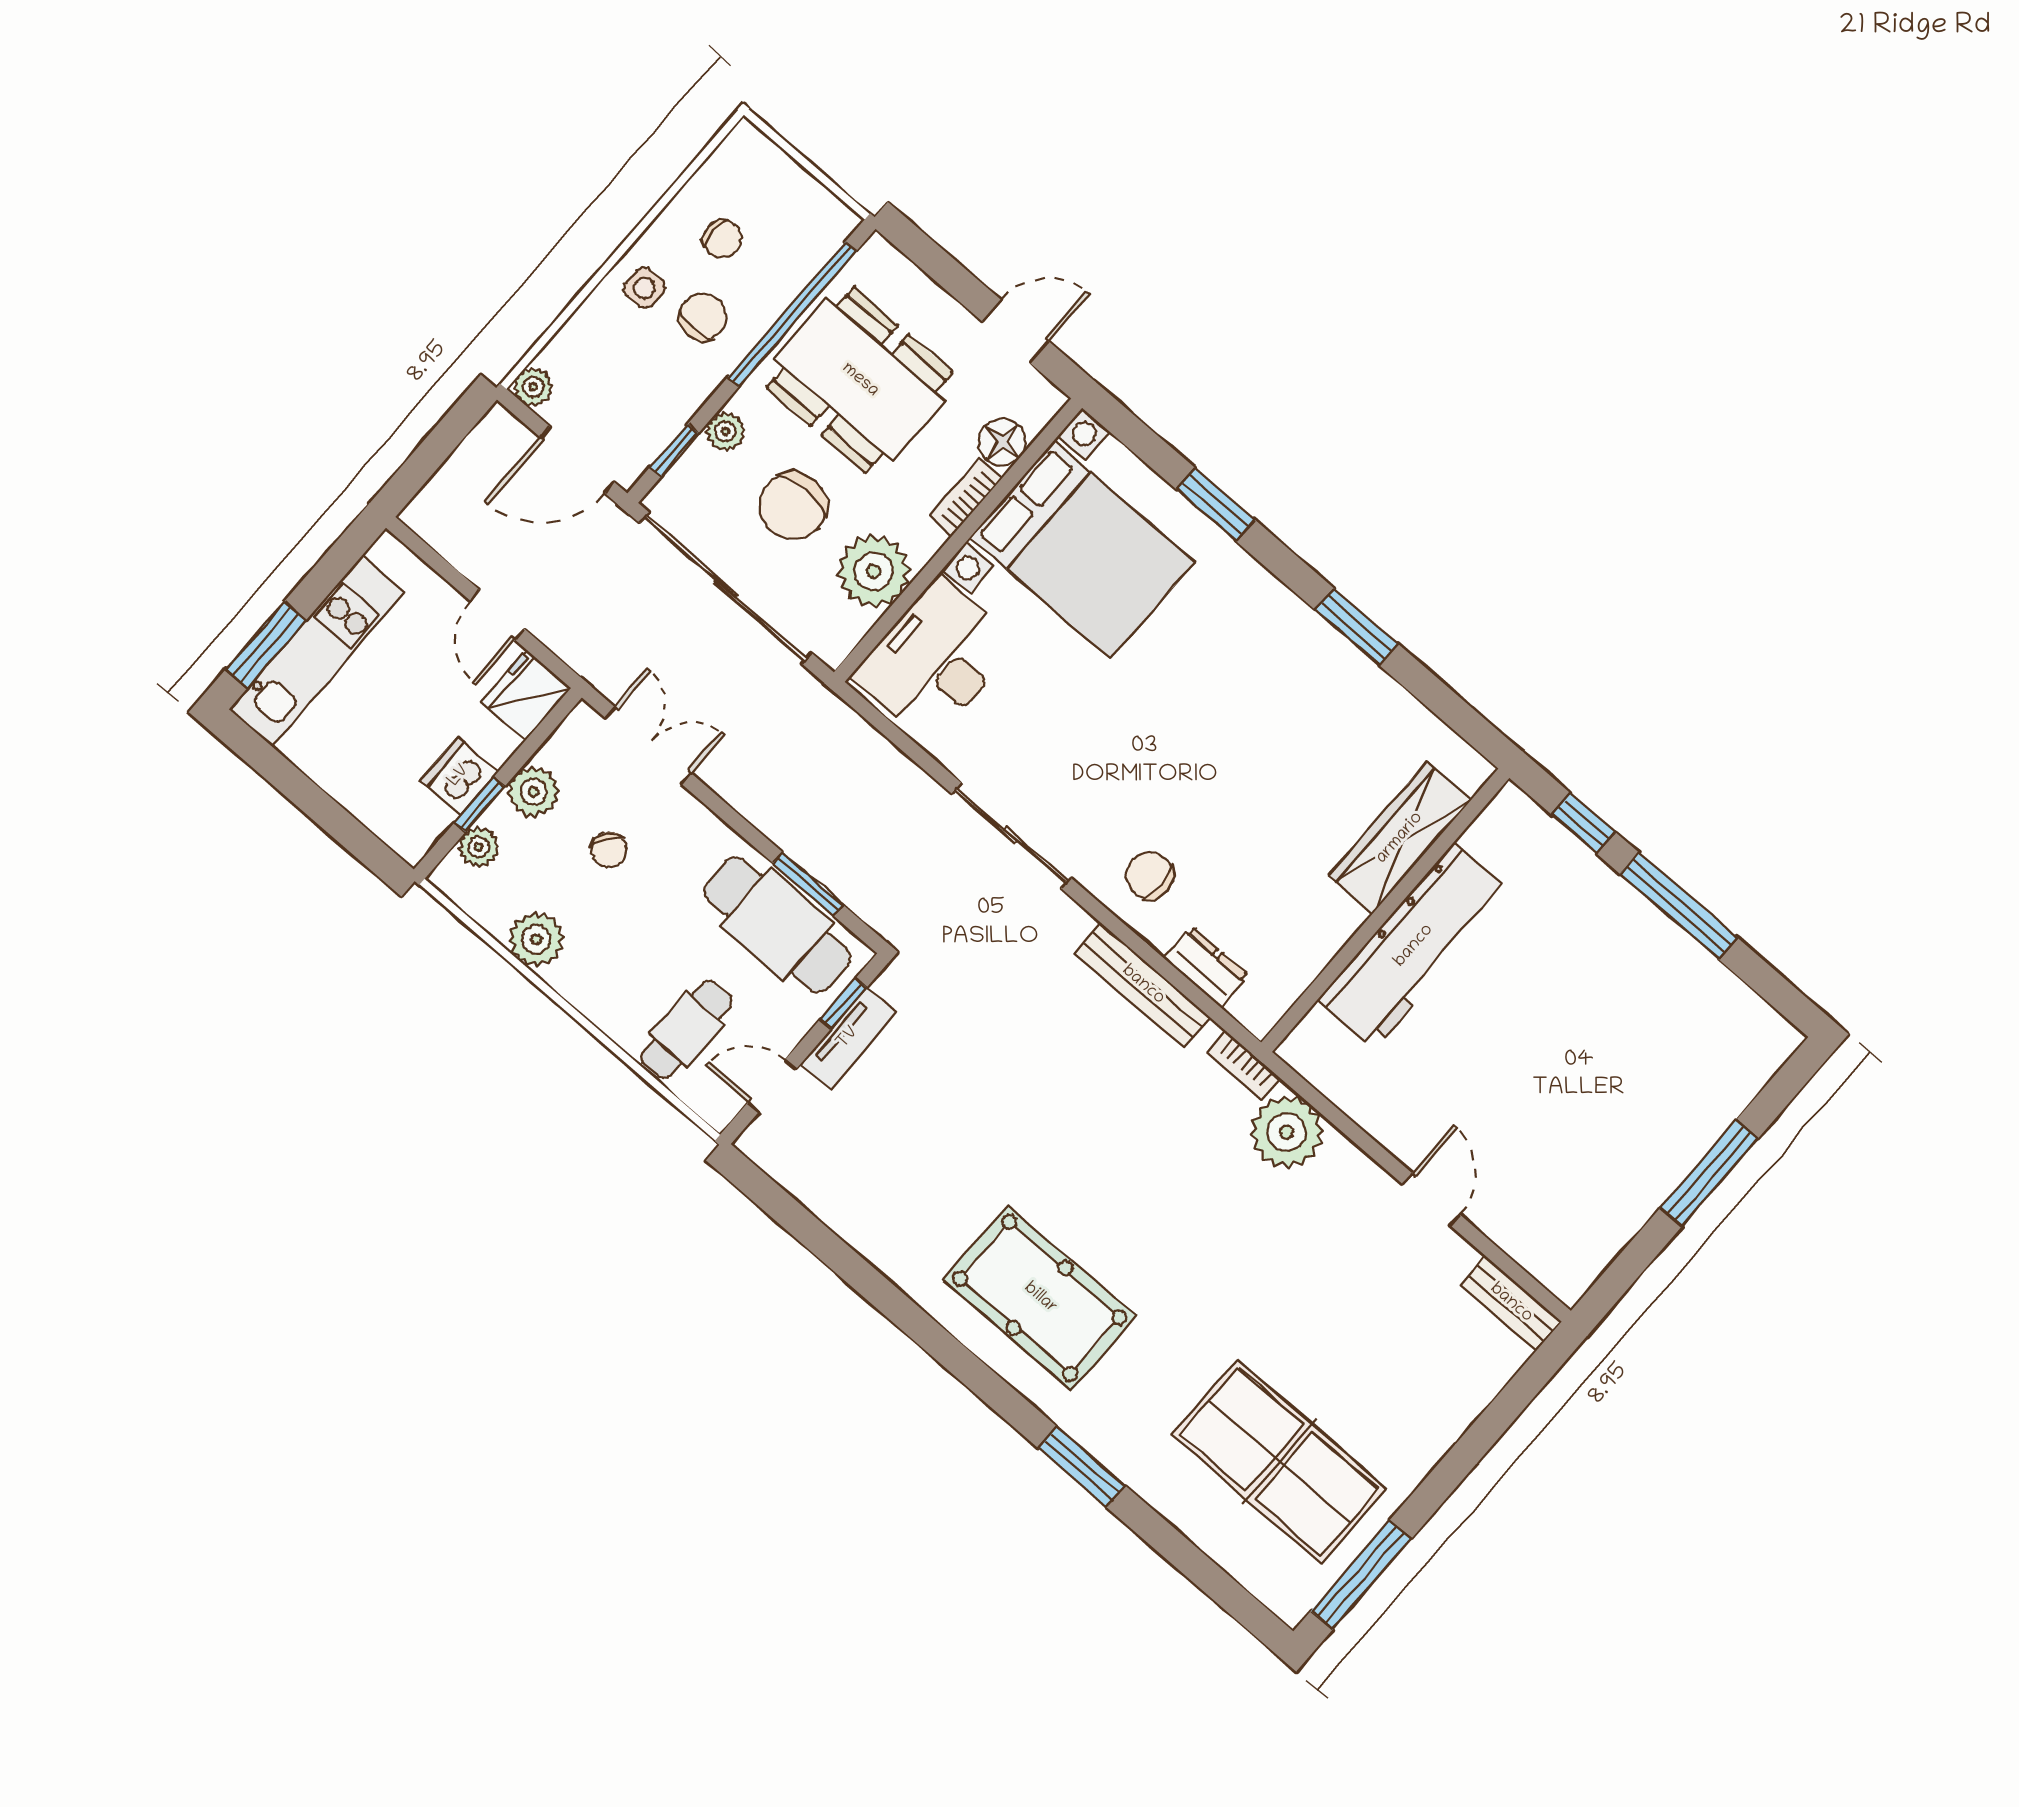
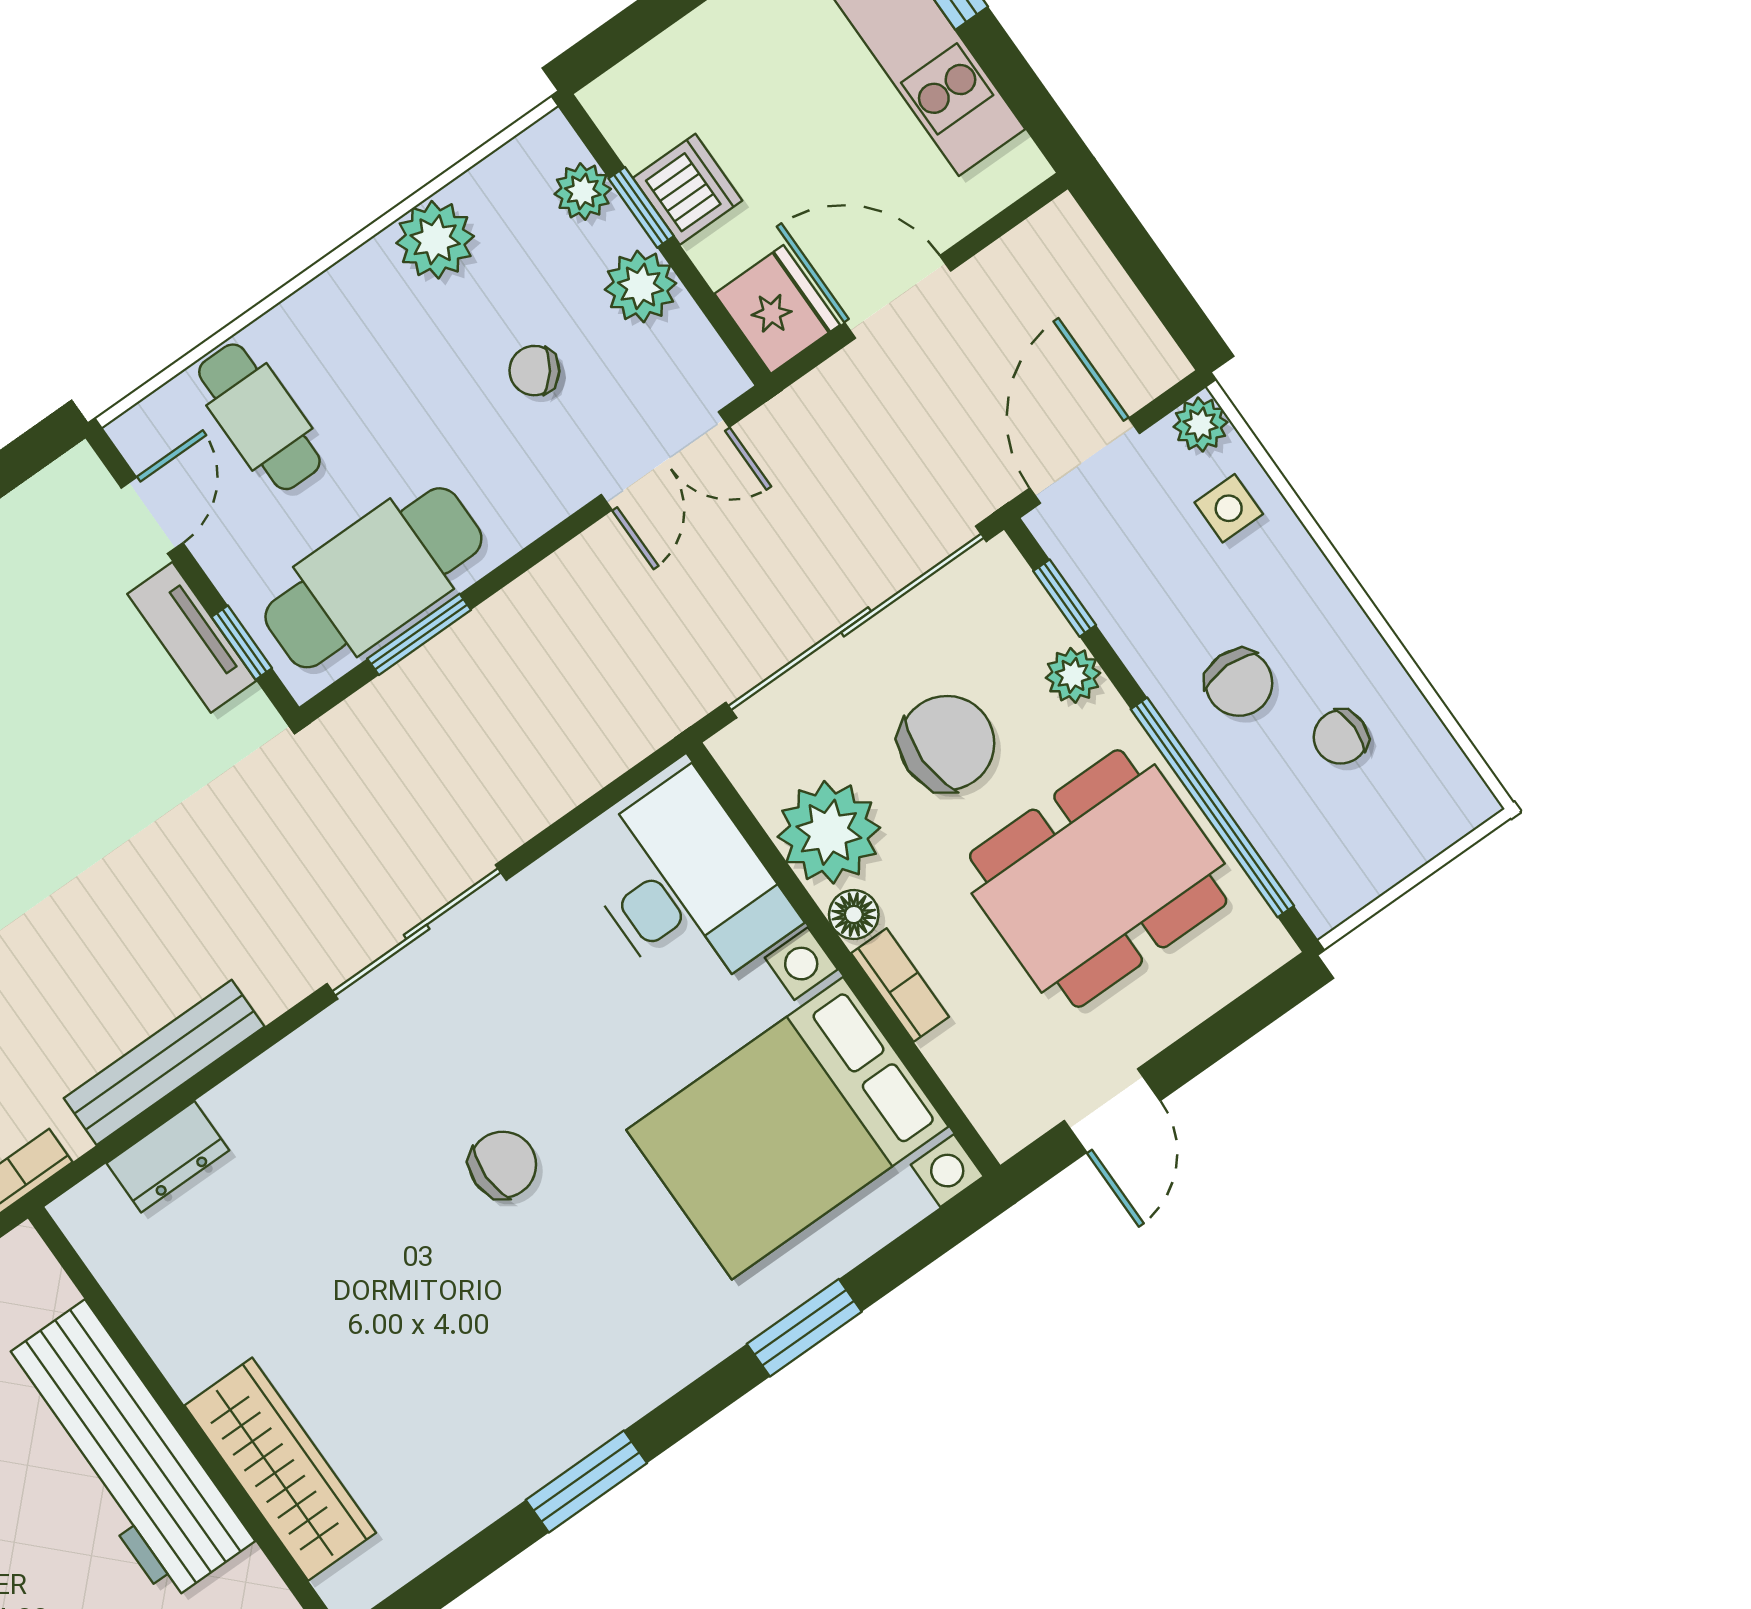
side table: (644, 288) -> (1229, 508), moved
floor lamp: (1002, 442) -> (854, 915), moved, width x0.73, depth x0.73
chair: (793, 506) -> (947, 743), turned 90
door: (497, 615) -> (898, 297), width x1.38
chair: (1150, 875) -> (503, 1165), moved

